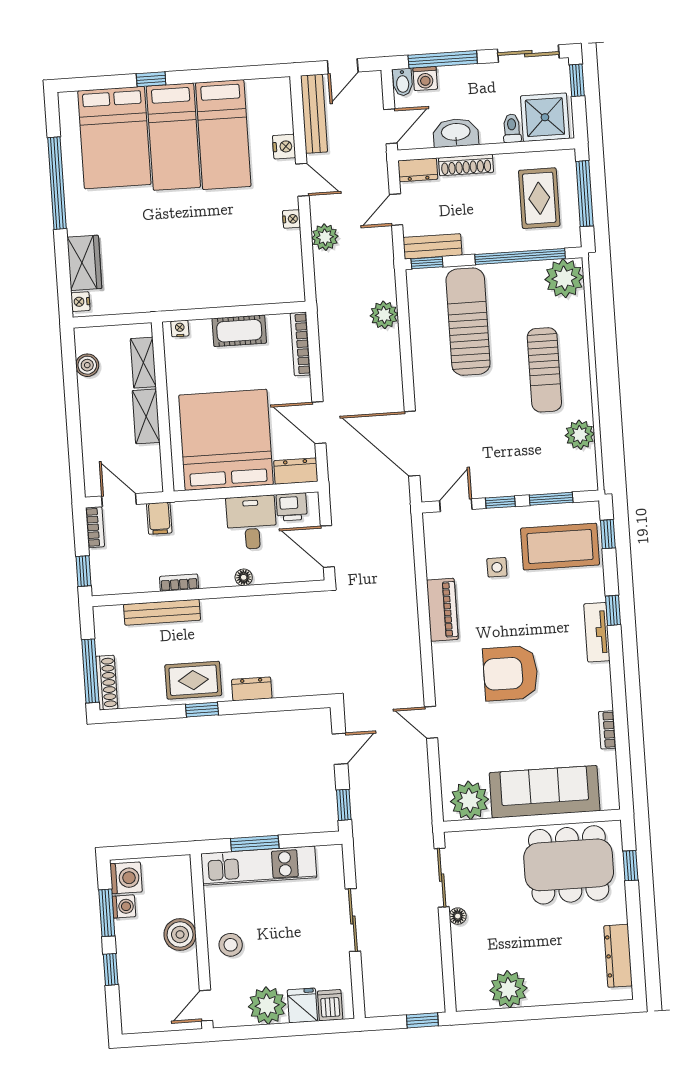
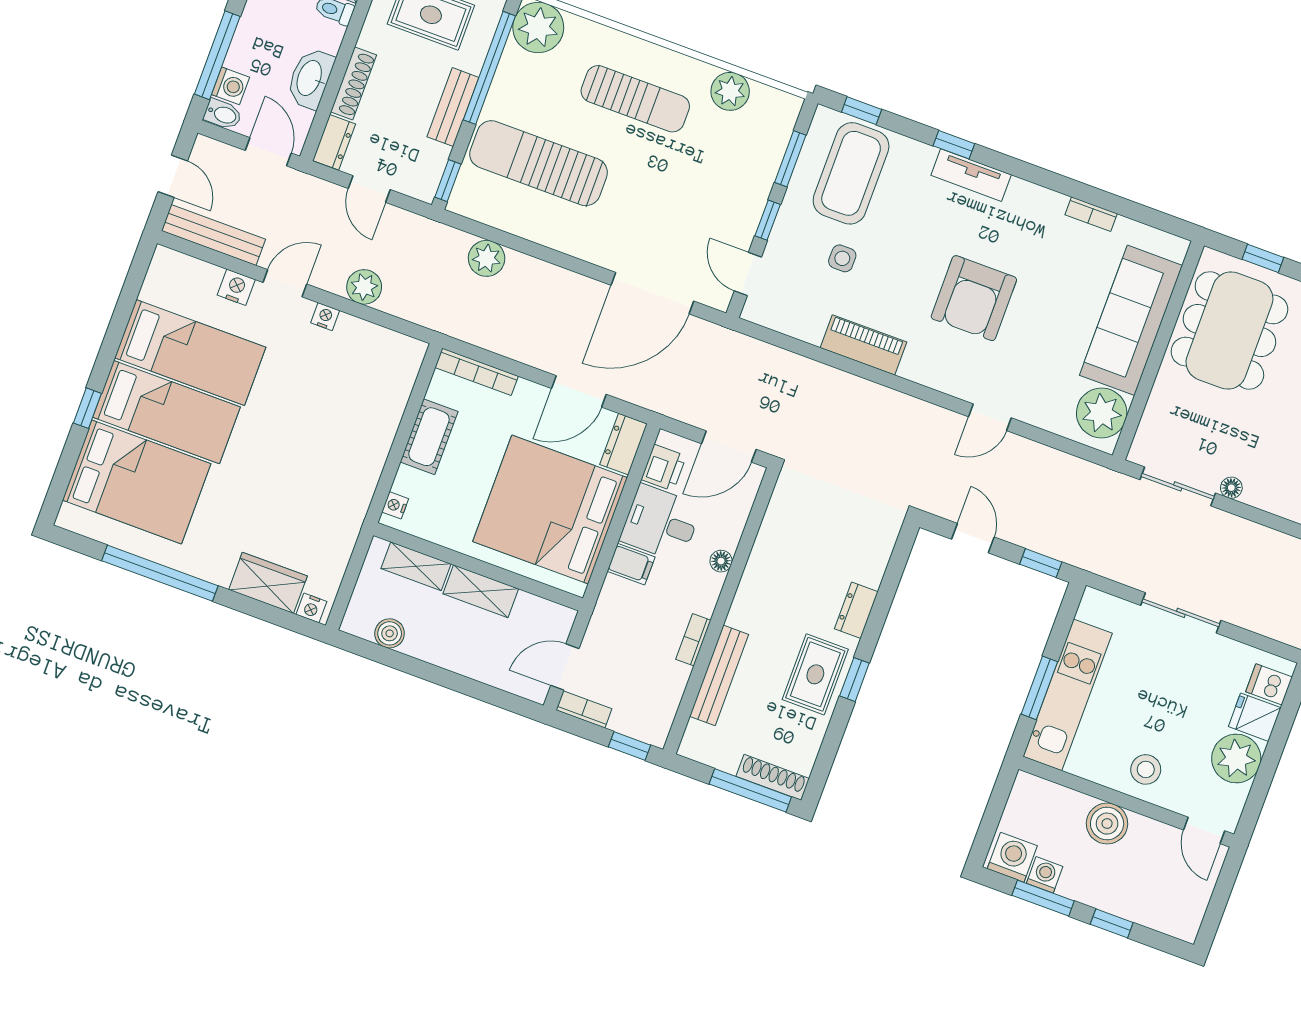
bench: (433, 246) -> (453, 107), moved
filing cabinet: (159, 518) -> (631, 564), moved

